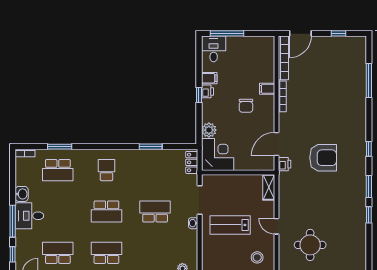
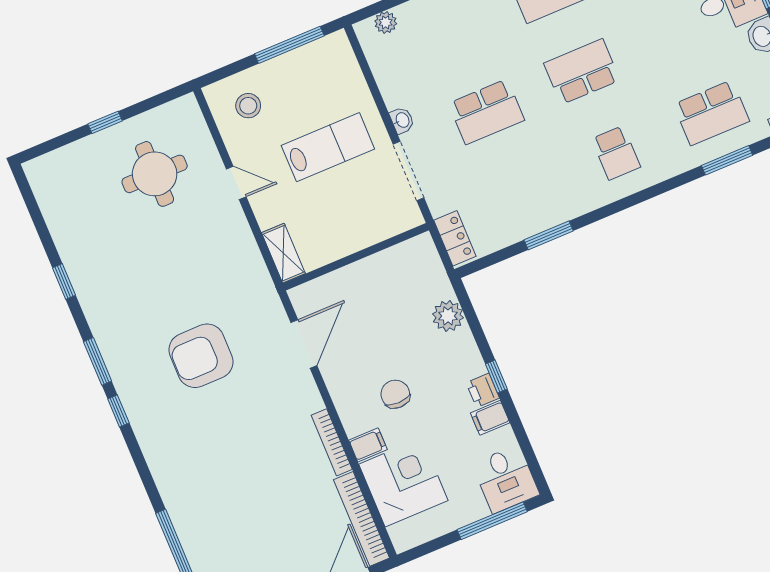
corner desk: (218, 154) -> (403, 482), moved, turned 180
printer: (284, 164) -> (272, 311), removed
school desk: (58, 170) -> (711, 113), turned 180
window: (369, 187) -> (98, 361), moved

